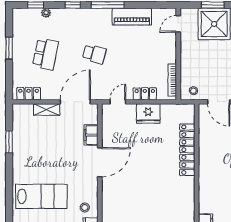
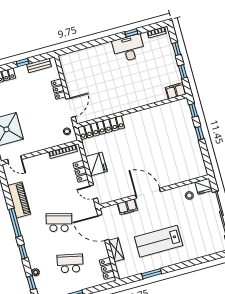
school desk: (94, 54) -> (59, 223), width x1.85
locker: (187, 150) -> (101, 128), moved
lab bench: (41, 196) -> (159, 241), moved, turned -90

